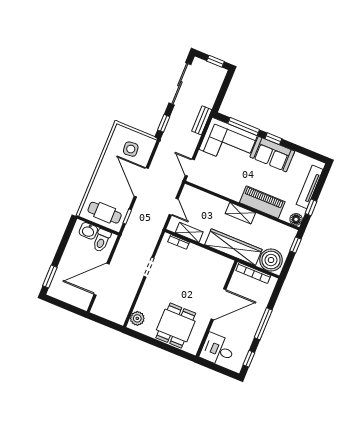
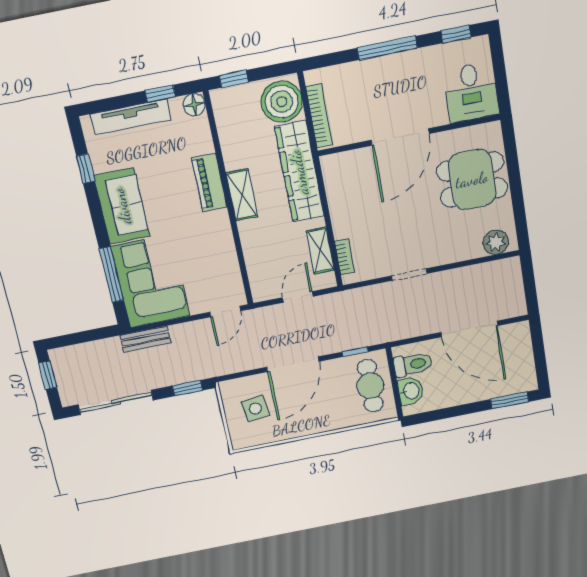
window: (273, 139) -> (85, 169), moved
piano: (262, 202) -> (209, 182), width x0.73, depth x0.75
door: (219, 304) -> (400, 137), swing flipped

